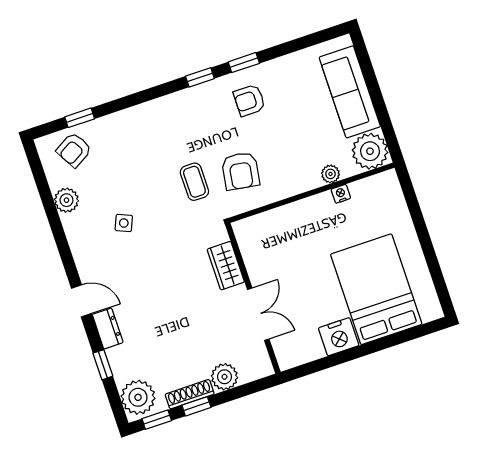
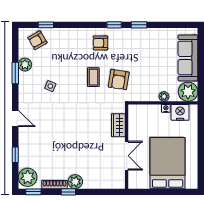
armchair: (249, 100) -> (100, 43), moved
window: (54, 221) -> (15, 73), added
wardrobe: (226, 266) -> (118, 125), moved
wall: (253, 298) -> (127, 147), moved
double door: (258, 314) -> (127, 156), moved
dresser: (108, 329) -> (24, 137), removed
nightstand: (339, 337) -> (180, 112), moved, turned 180
window: (196, 406) -> (68, 192), moved

